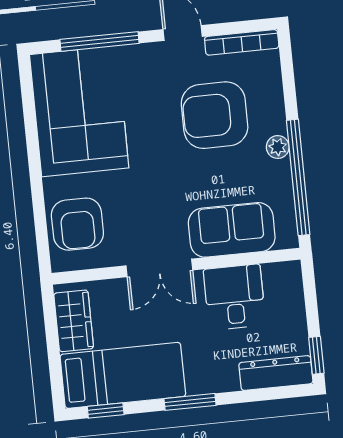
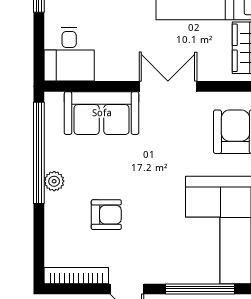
armchair: (215, 115) -> (106, 215), width x0.53, depth x0.53
desk: (234, 297) -> (69, 54), moved

